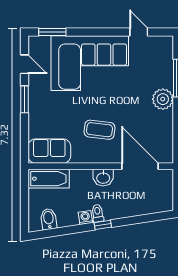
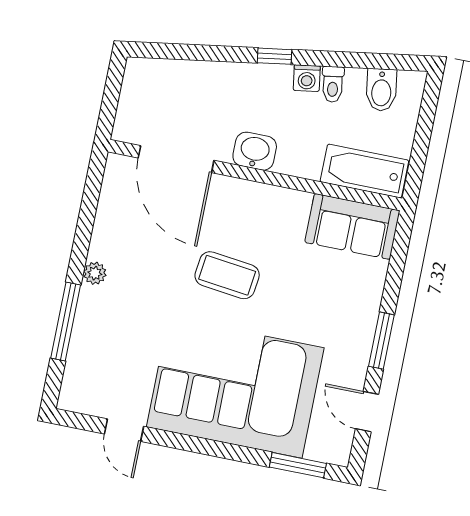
plant: (163, 99) -> (95, 273), width x0.53, depth x0.53
coffee table: (99, 130) -> (227, 275), moved
toilet: (98, 213) -> (333, 84), moved

